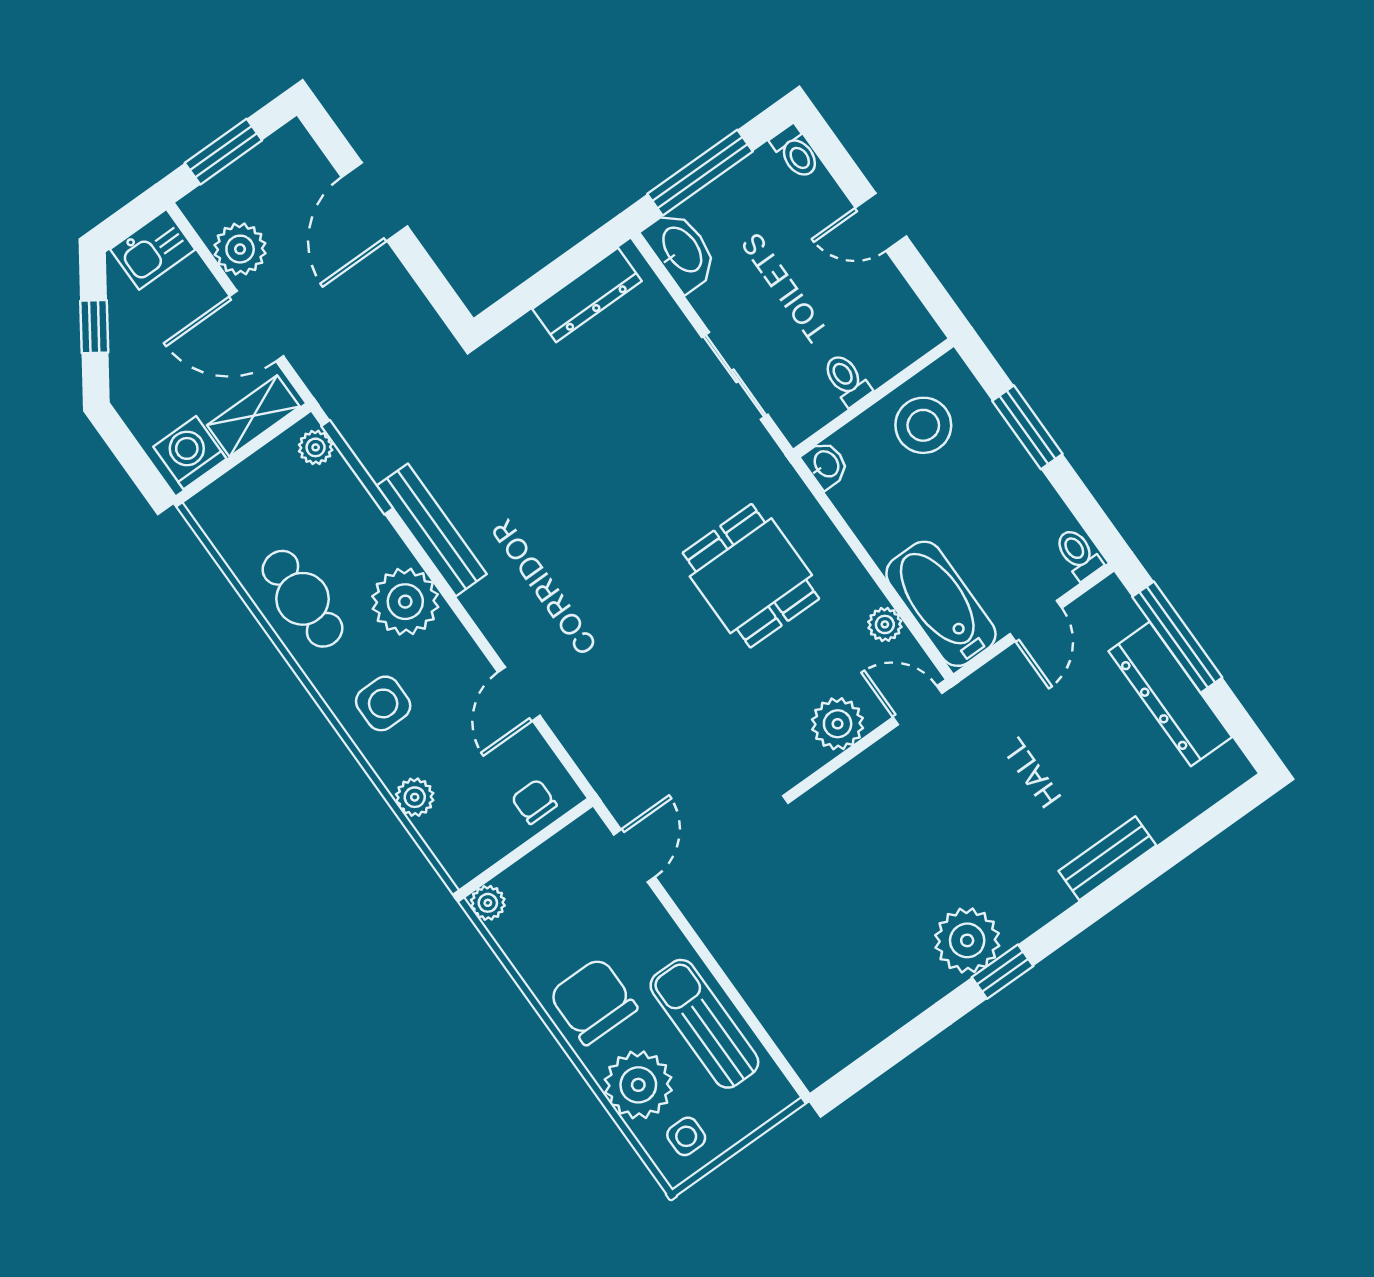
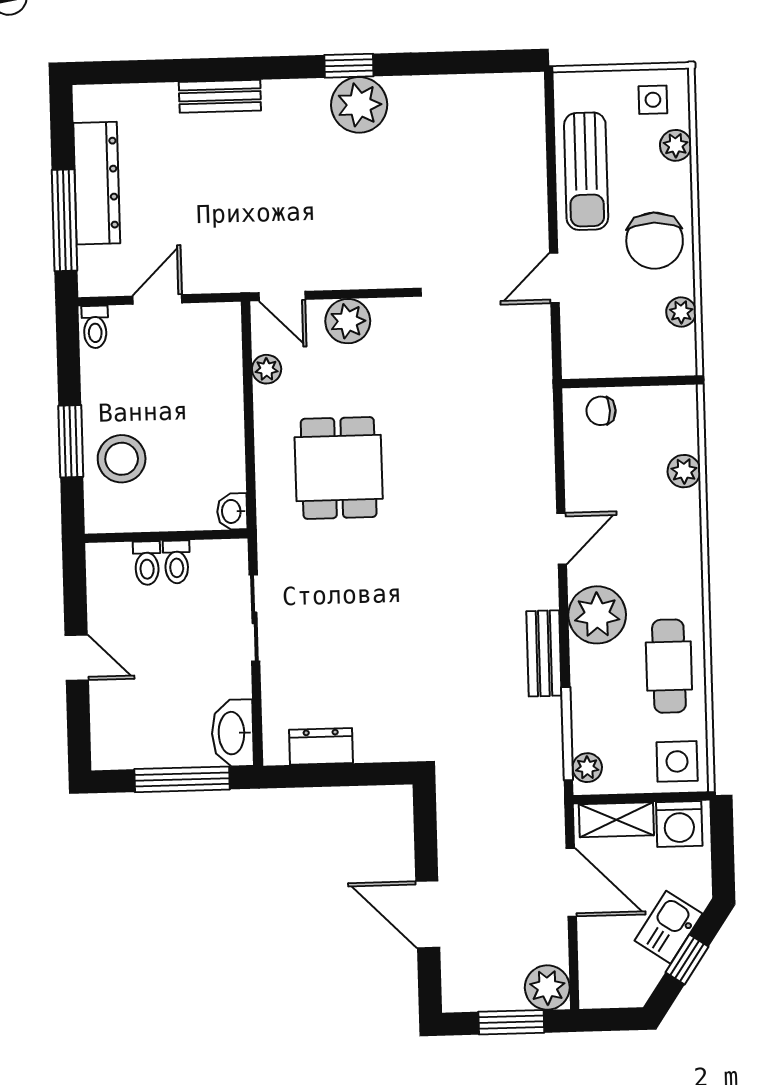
toilet: (796, 152) -> (147, 563), moved, turned 180
door: (374, 202) -> (428, 914), swing flipped
kitchen sink: (153, 249) -> (668, 927), moved, turned -56
plant: (240, 249) -> (547, 987), moved
dresser: (587, 295) -> (321, 746), width x0.70
stool: (923, 425) -> (122, 459), moved
bench: (432, 530) -> (544, 653), width x0.73
bathtub: (941, 604) -> (217, 357), removed
door: (519, 694) -> (562, 539), moved
side table: (383, 703) -> (677, 761), moved
chair: (534, 802) -> (601, 411), turned 90
door: (634, 856) -> (554, 278), moved
plant: (488, 903) -> (681, 312), moved
plant: (638, 1085) -> (676, 145), width x0.53, depth x0.53

